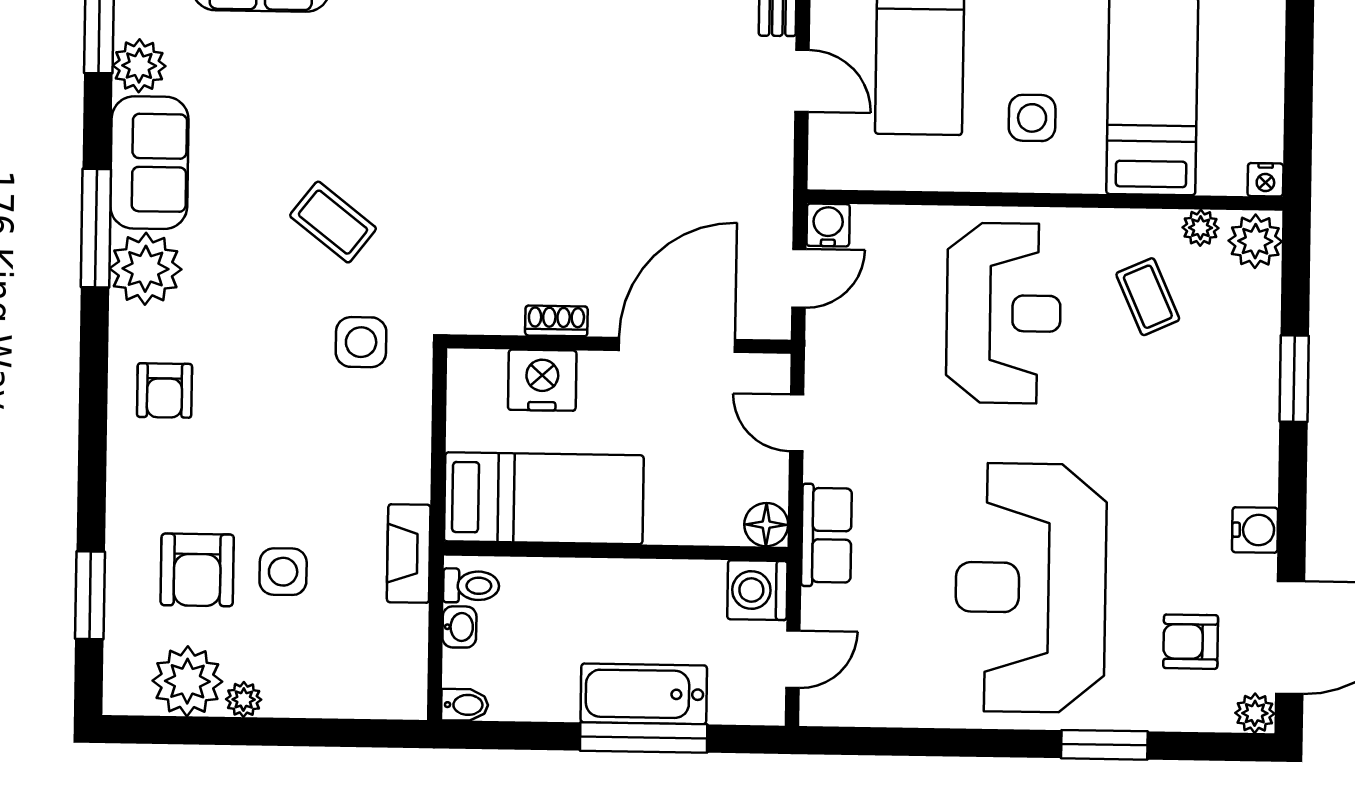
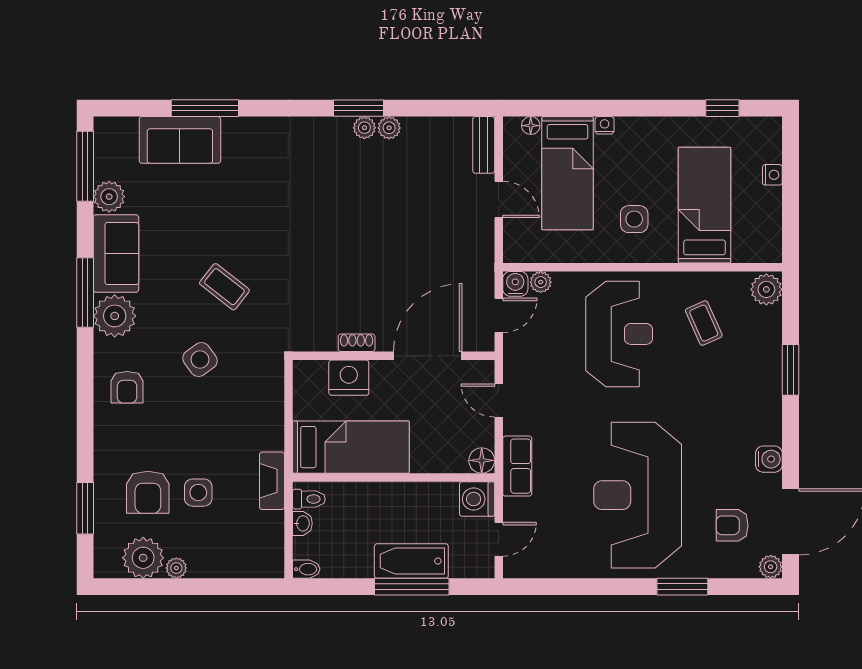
nightstand: (1265, 180) -> (772, 175), moved, turned -90
plant: (1201, 228) -> (541, 282), moved
side table: (361, 342) -> (200, 359), moved, turned -36

